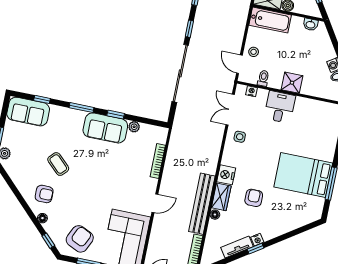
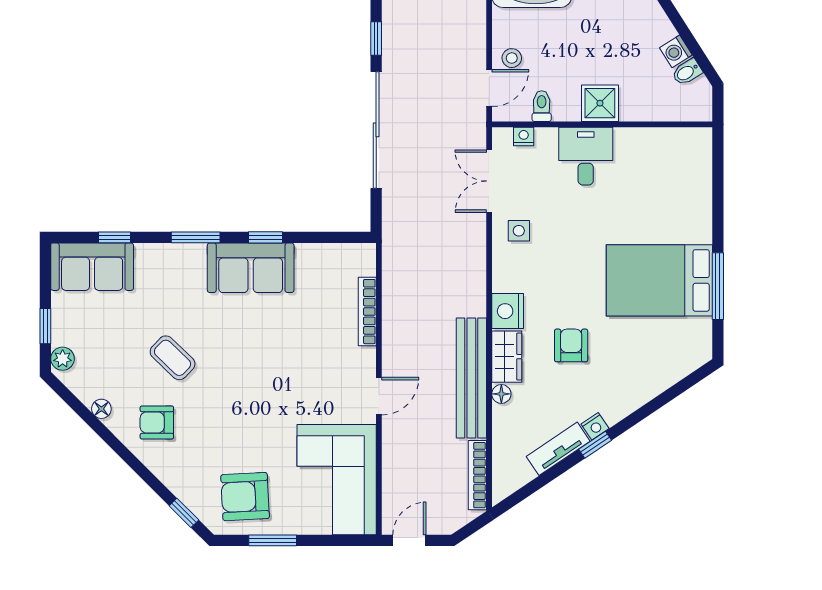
door: (239, 64) -> (489, 88), swing flipped
plant: (134, 127) -> (307, 254), removed
armchair: (44, 194) -> (157, 423), turned 180
floor lamp: (42, 218) -> (101, 409), moved
armchair: (80, 239) -> (245, 497), turned -118

